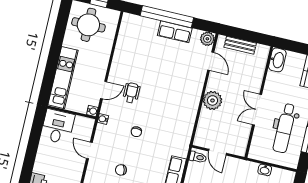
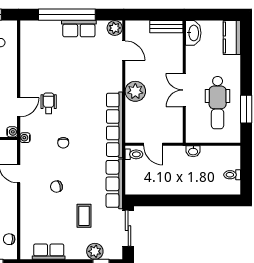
bench: (240, 45) -> (166, 27), moved
row of seats: (187, 126) -> (114, 125), added
washbasin: (265, 170) -> (193, 151), moved

